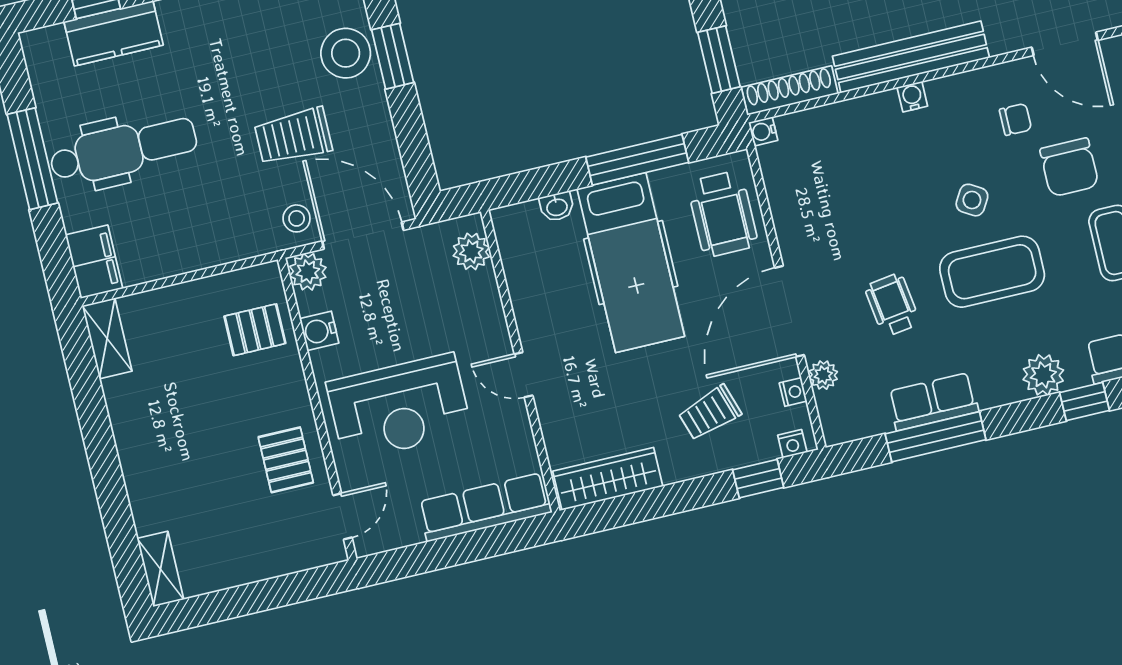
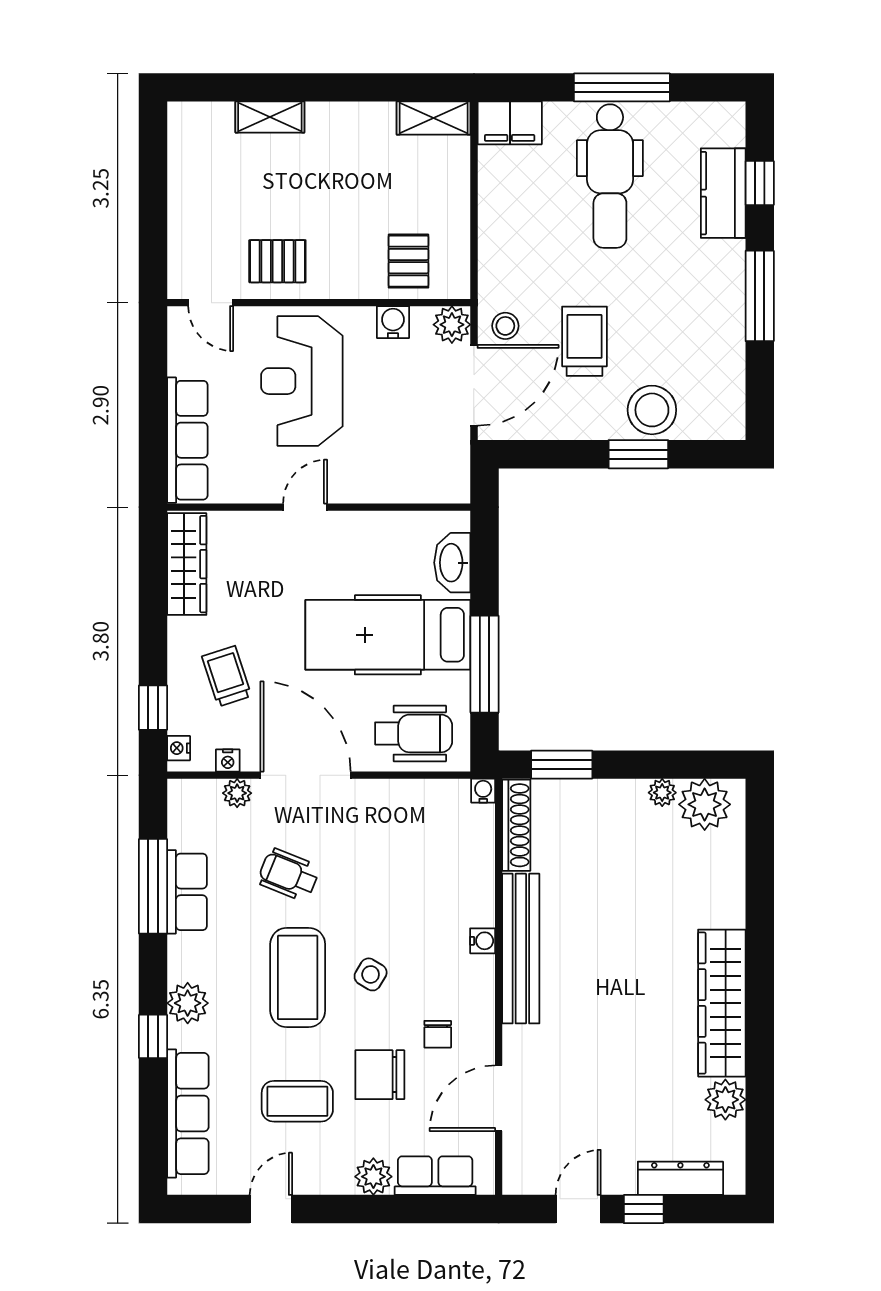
washbasin: (557, 207) -> (452, 563), width x1.91, depth x1.45
wheelchair: (723, 214) -> (414, 733), turned 180
plant: (471, 251) -> (434, 485), removed
wheelchair: (892, 305) -> (289, 875), turned -150
shelving: (160, 569) -> (270, 117), moved

